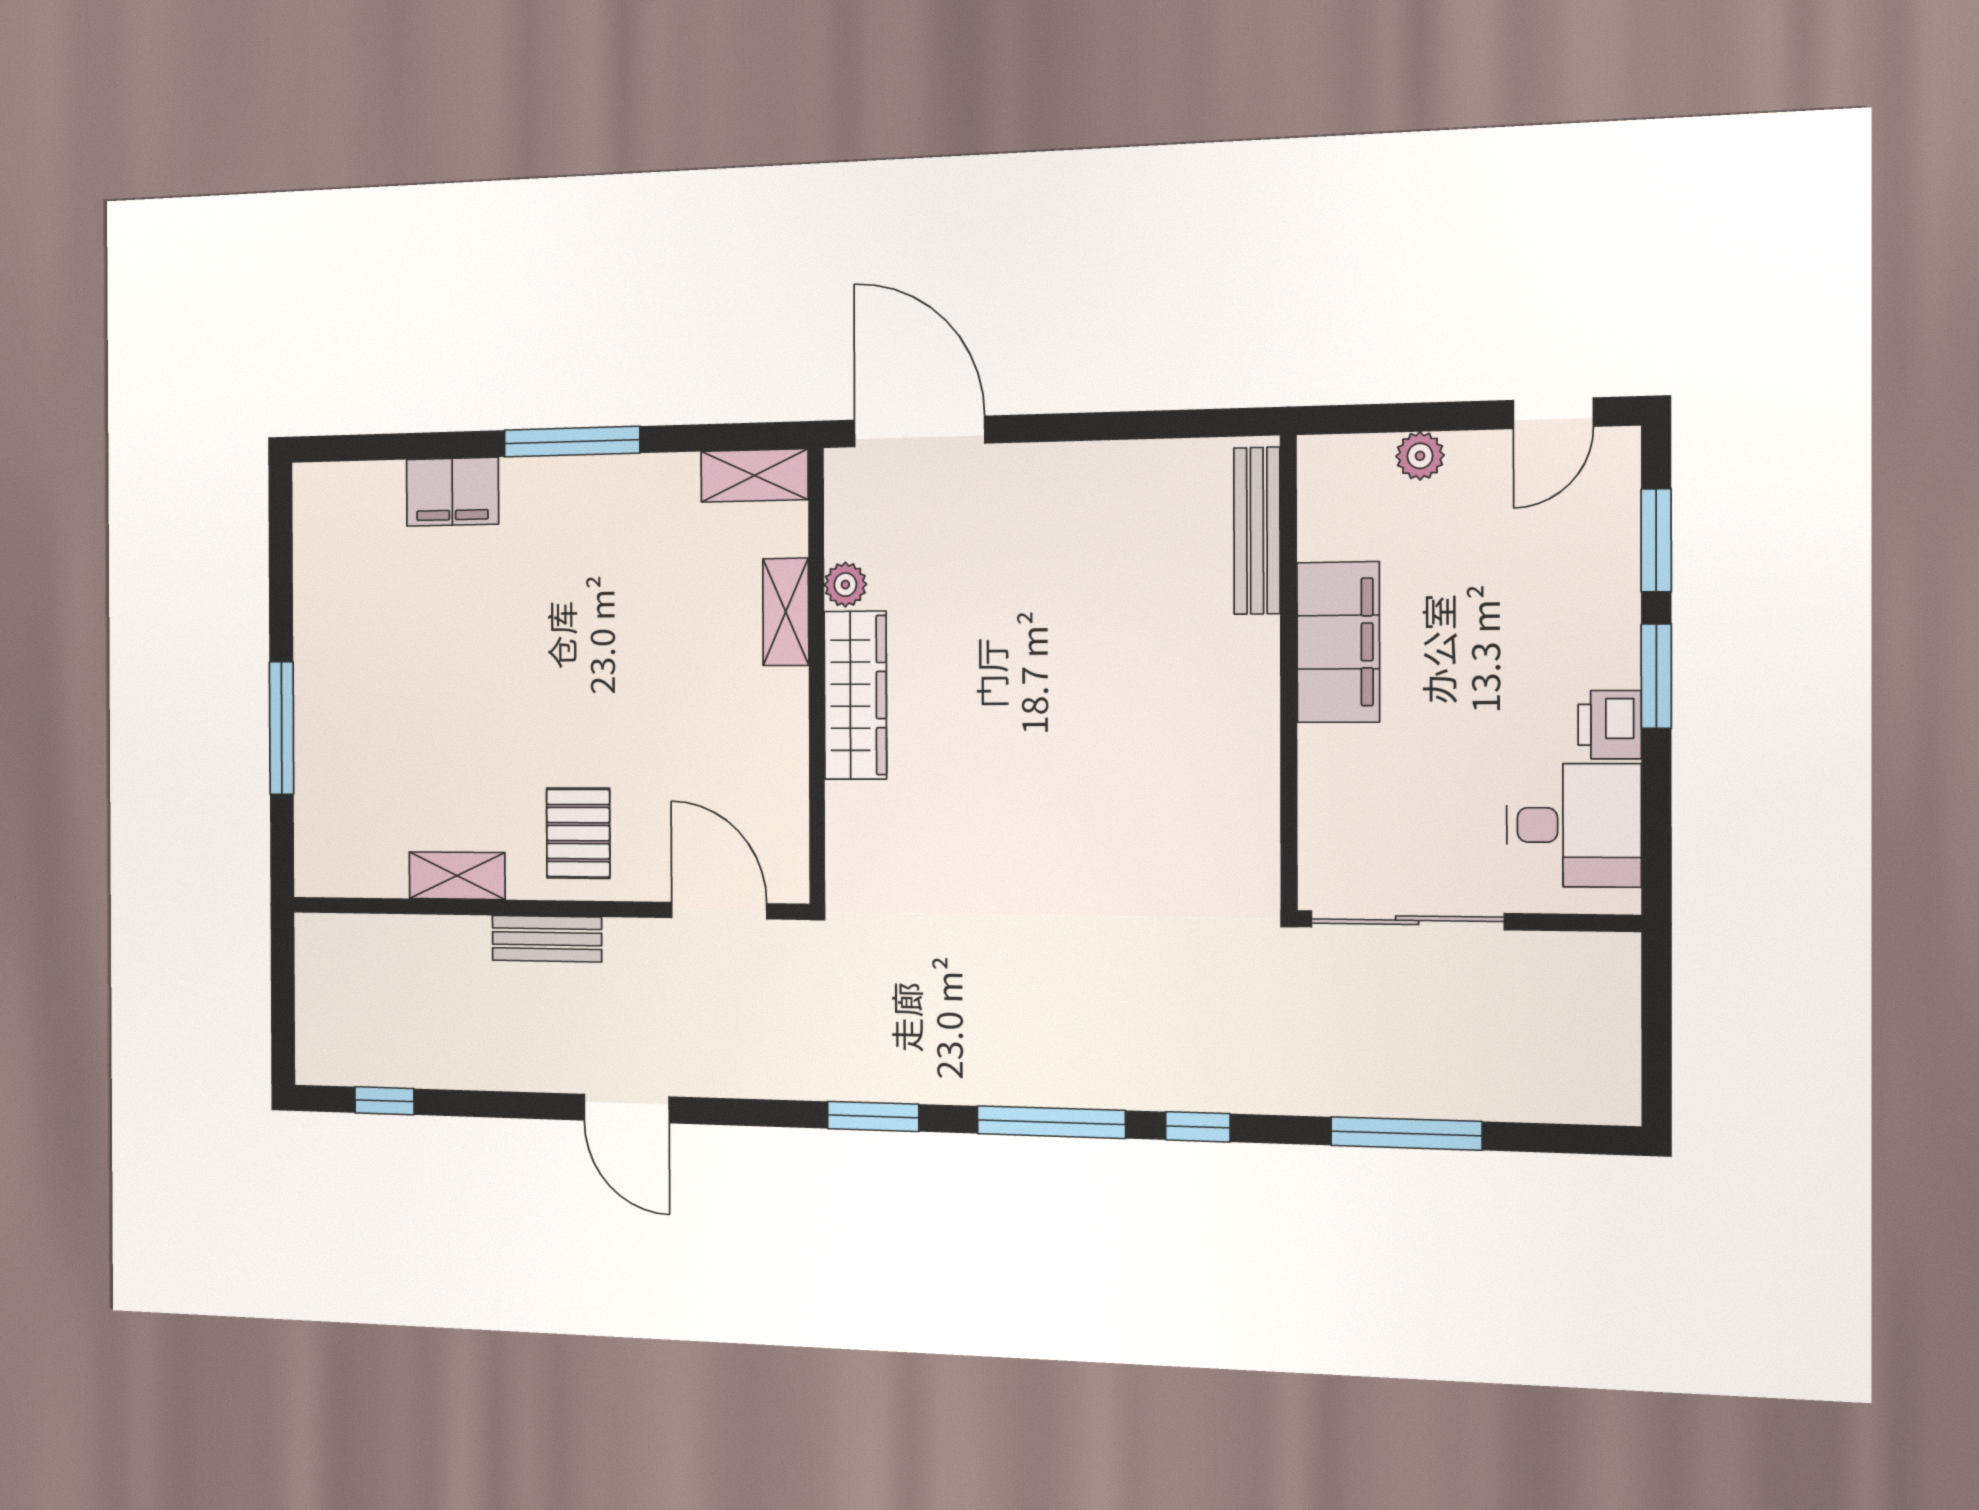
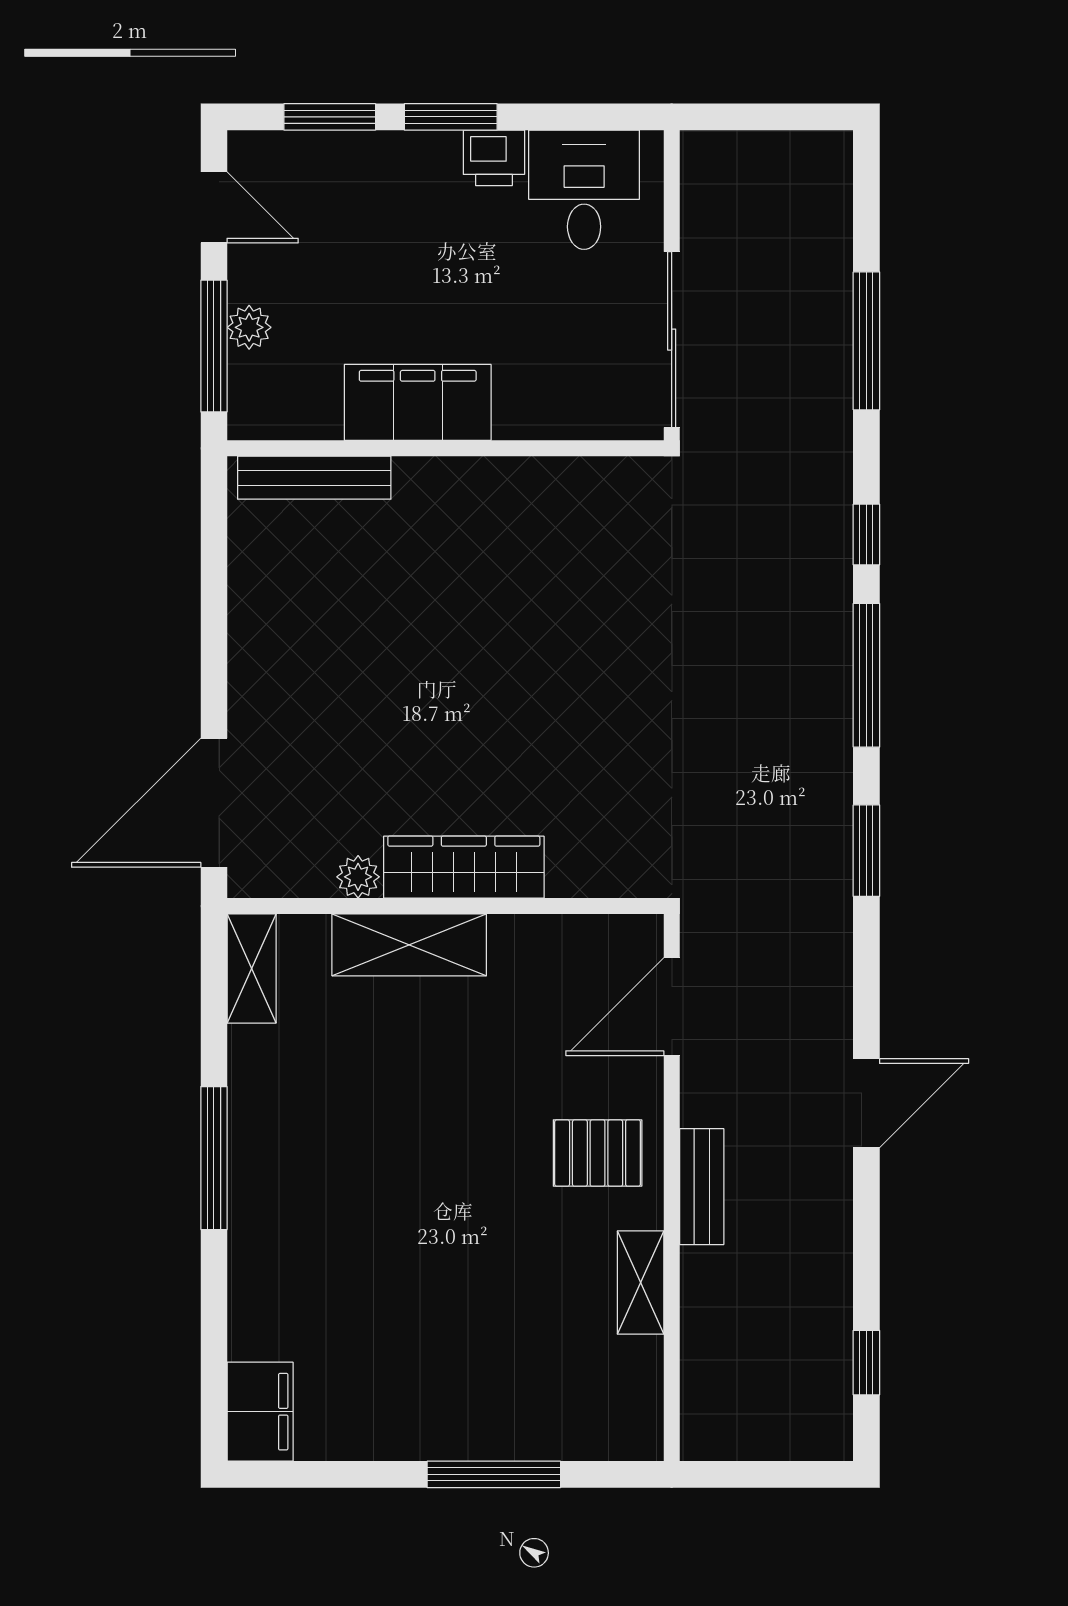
window: (1399, 418) -> (214, 346), added
filing cabinet: (452, 492) -> (260, 1412), moved
shelving: (786, 612) -> (409, 945), width x1.50, depth x1.33

